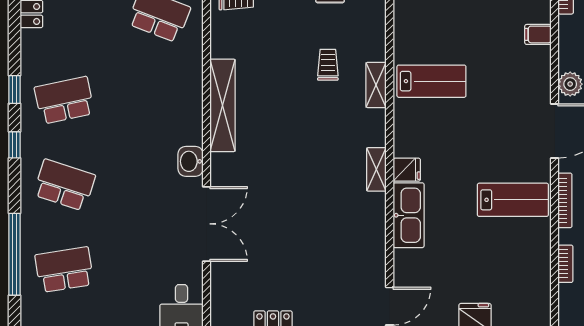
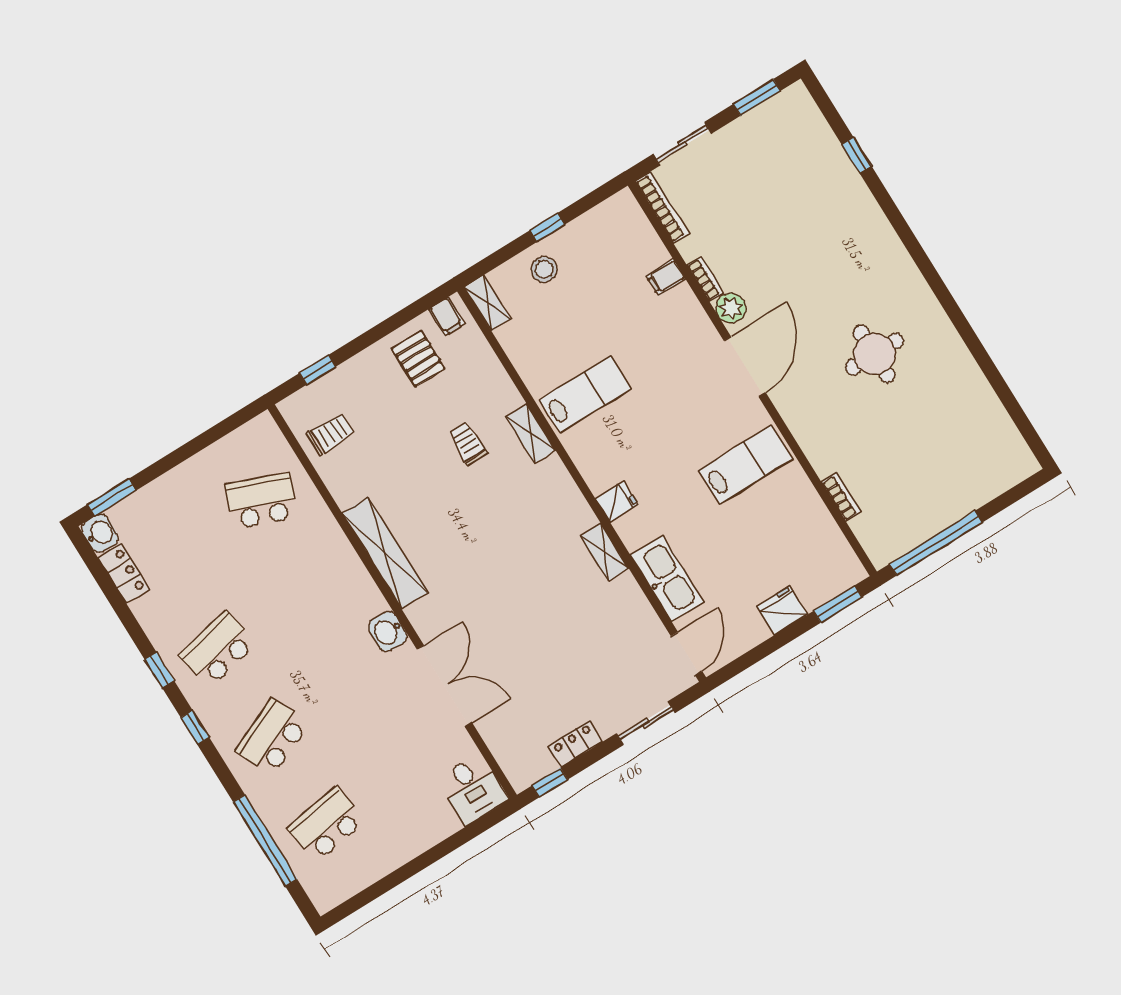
shelving: (376, 169) -> (605, 552), moved
school desk: (64, 185) -> (272, 737), turned -42
bookcase: (565, 200) -> (705, 279), moved, width x0.64
kitchen sink: (409, 215) -> (667, 579), moved

